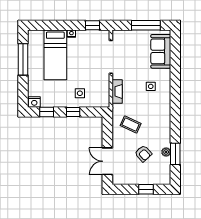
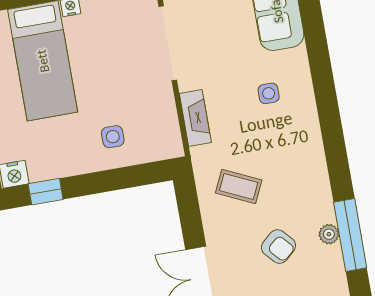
window: (73, 112) -> (105, 181), removed
window: (175, 154) -> (350, 235), width x1.44

